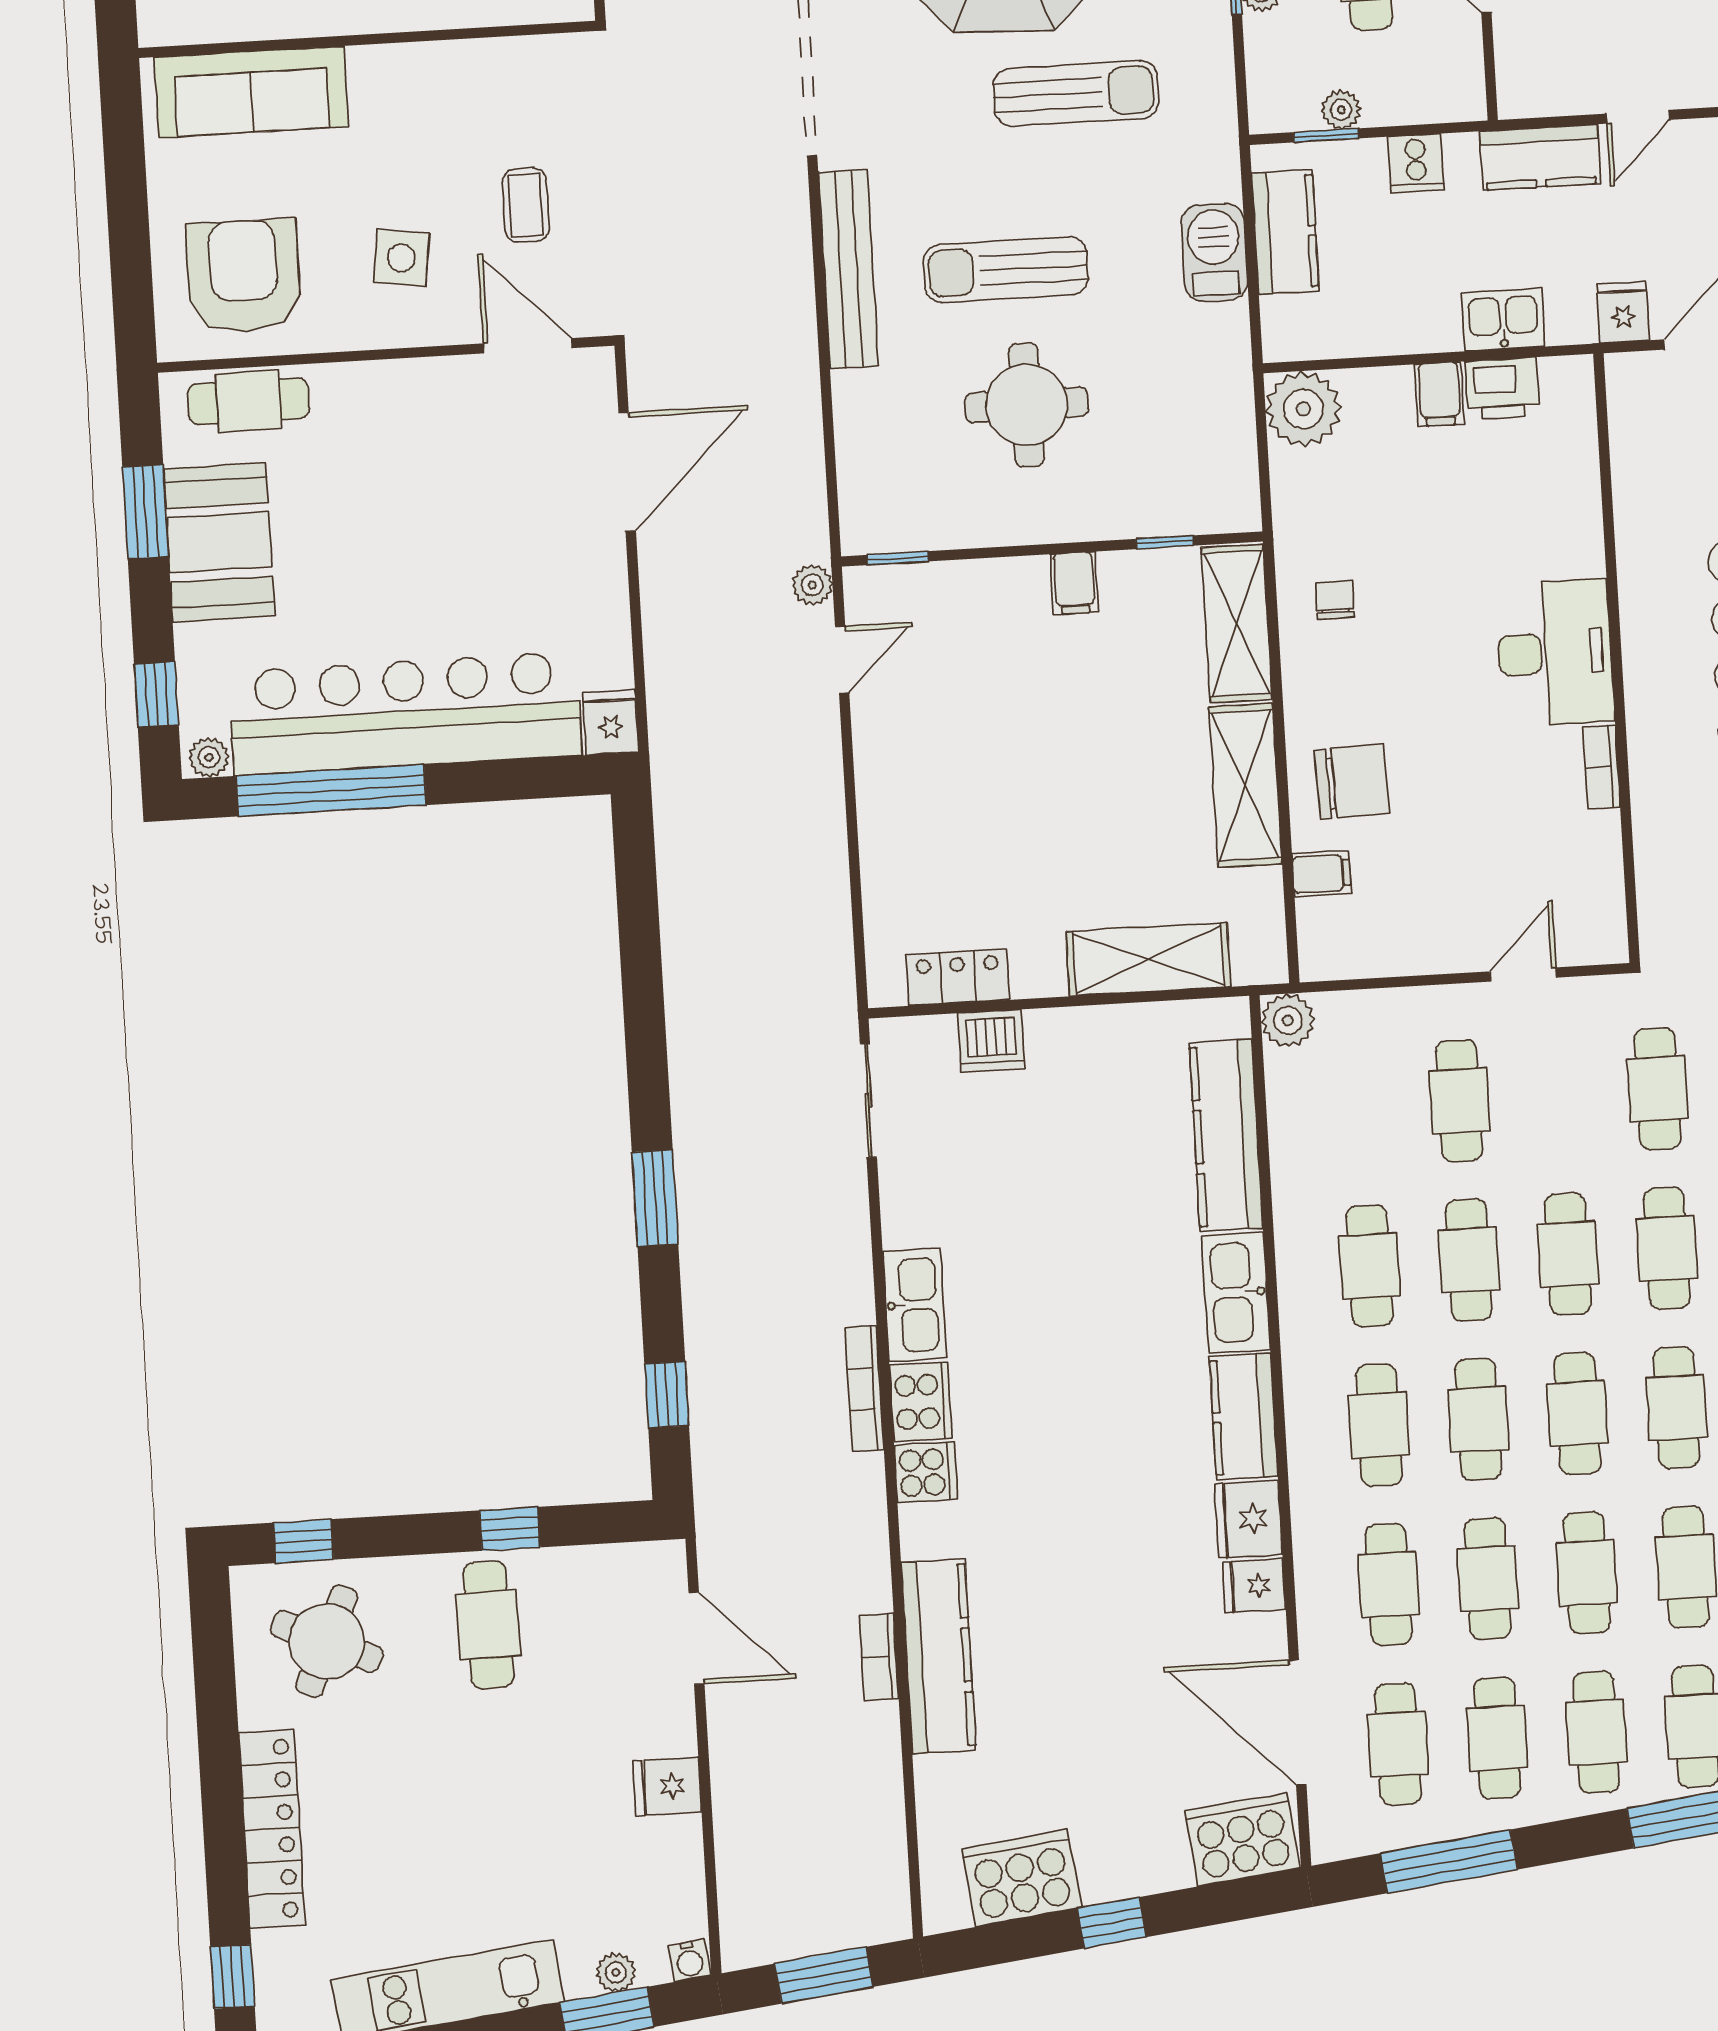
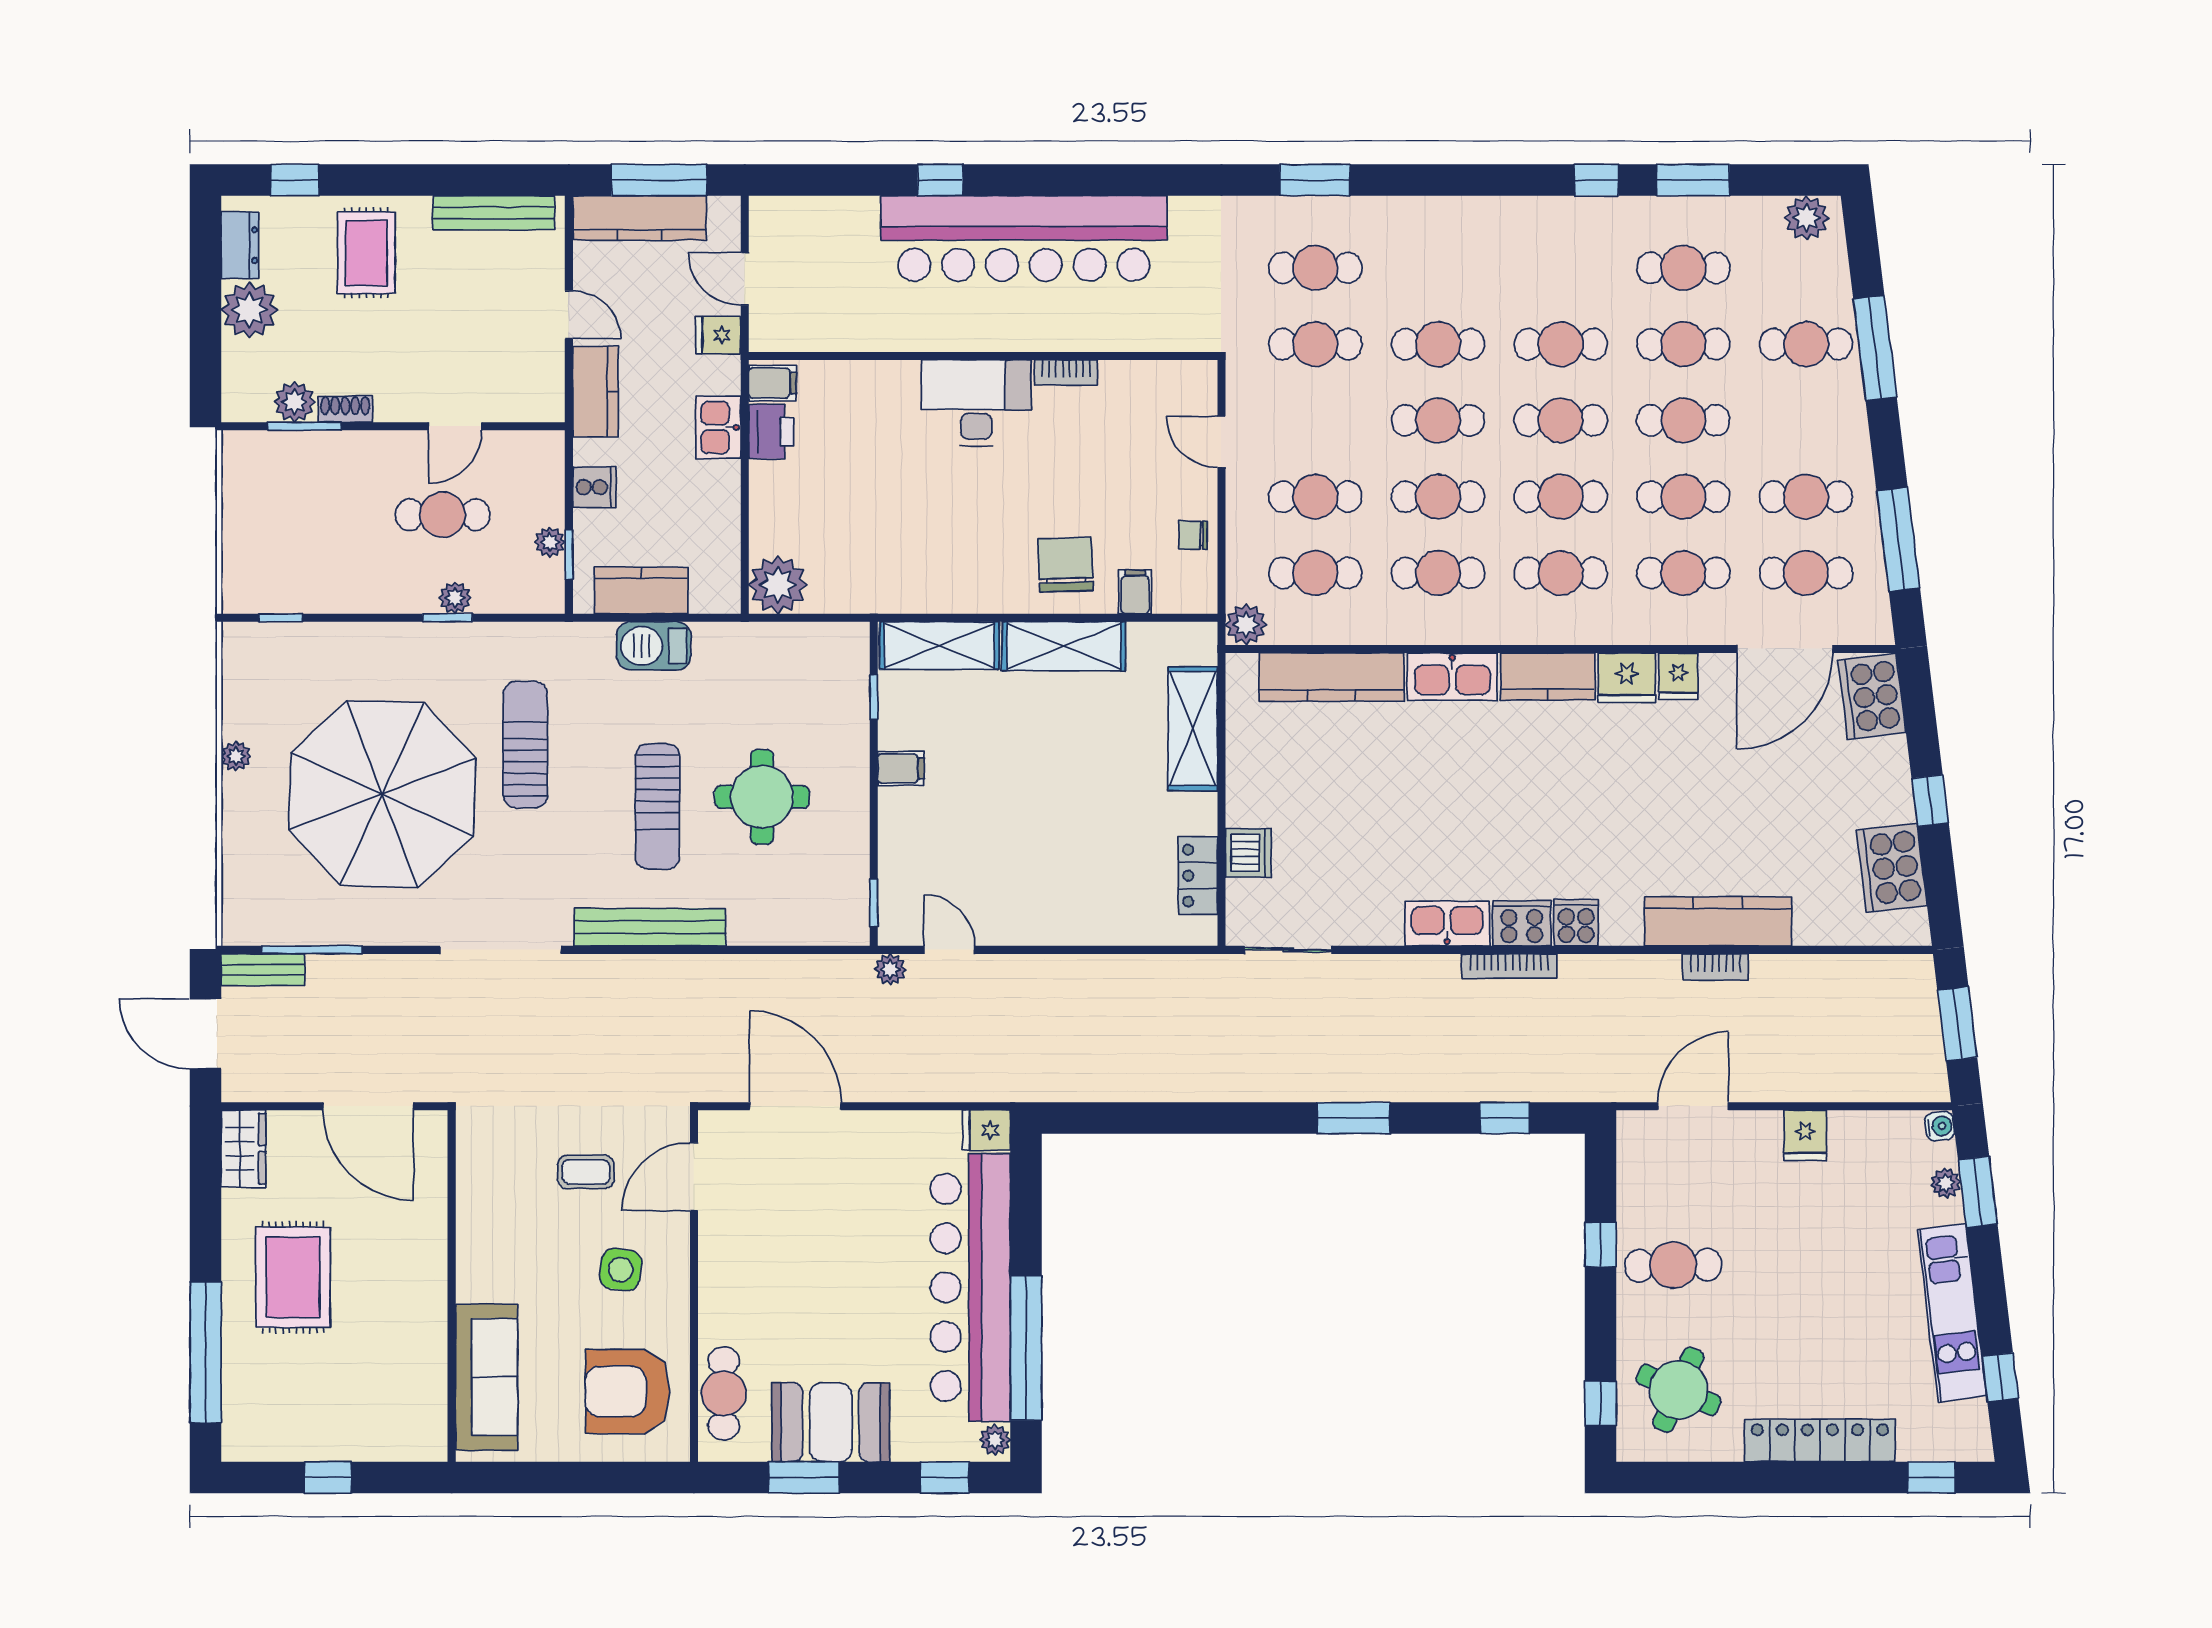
filing cabinet: (1439, 394) -> (773, 383), moved
chair: (1335, 600) -> (1193, 535), moved
cafe table: (1596, 1732) -> (1315, 573), moved

